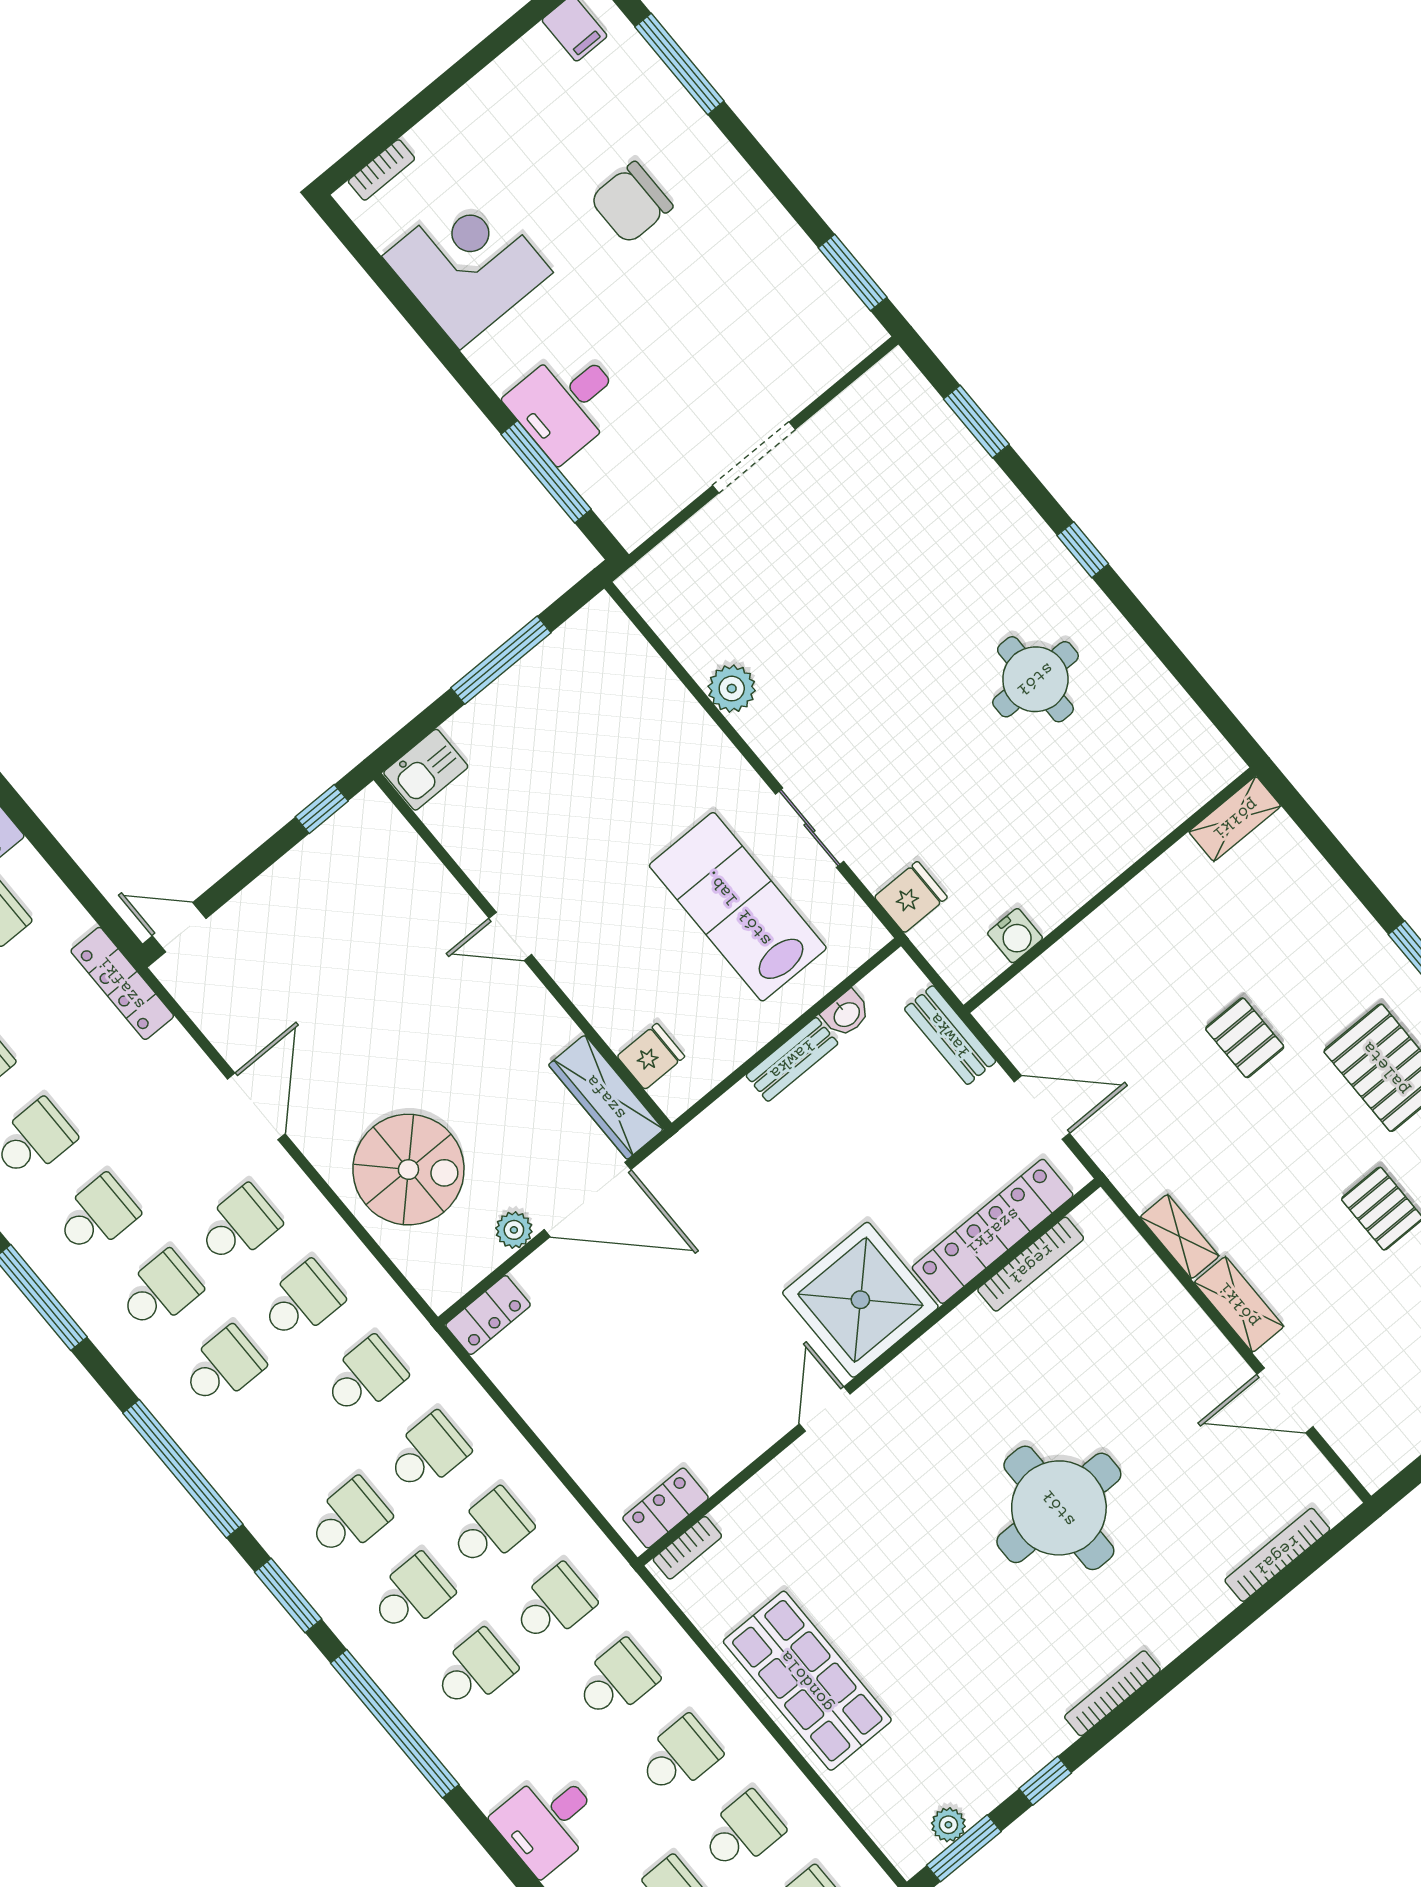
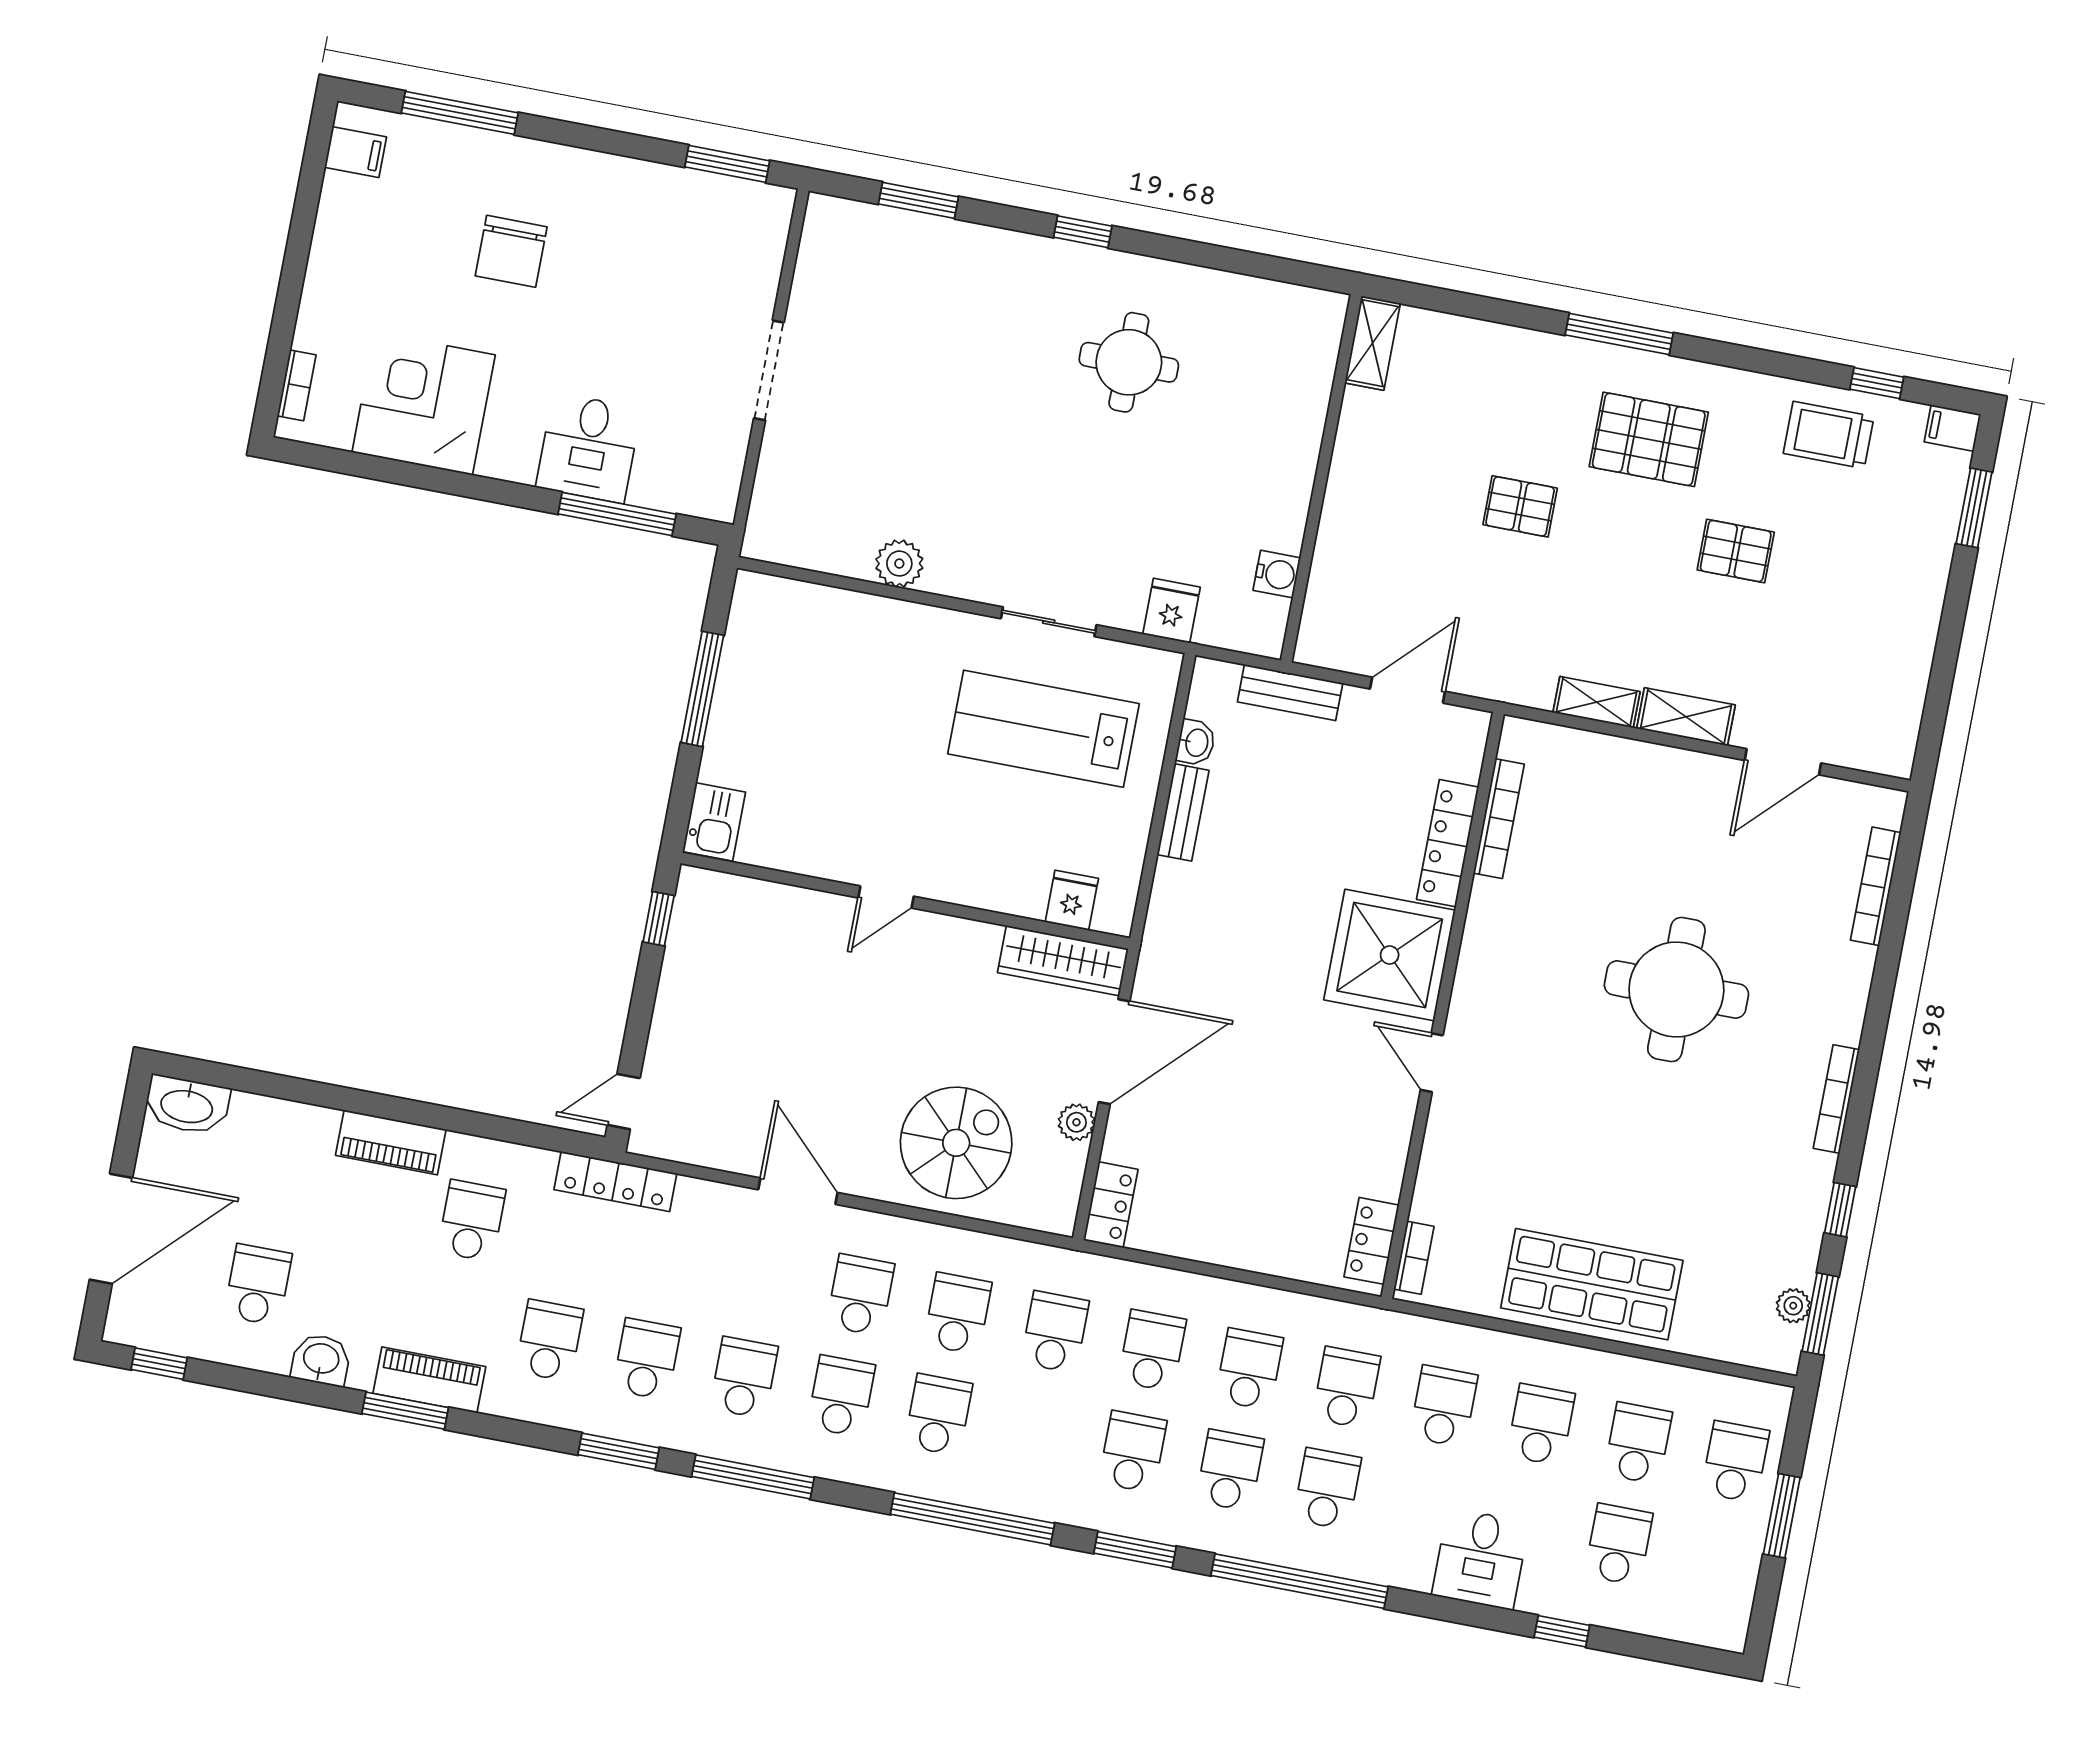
locker: (993, 1231) -> (1448, 843), width x0.71, depth x0.83

